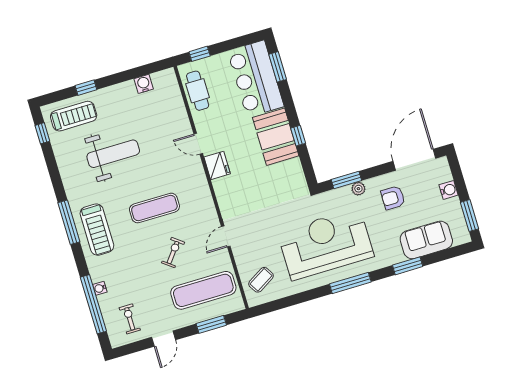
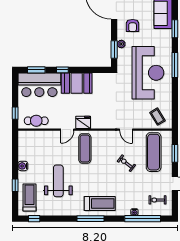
water cooler: (144, 84) -> (23, 166), moved
window: (298, 136) -> (62, 70), moved
exercise mat: (154, 208) -> (85, 148), moved
reception desk: (326, 244) -> (148, 73), turned 180

